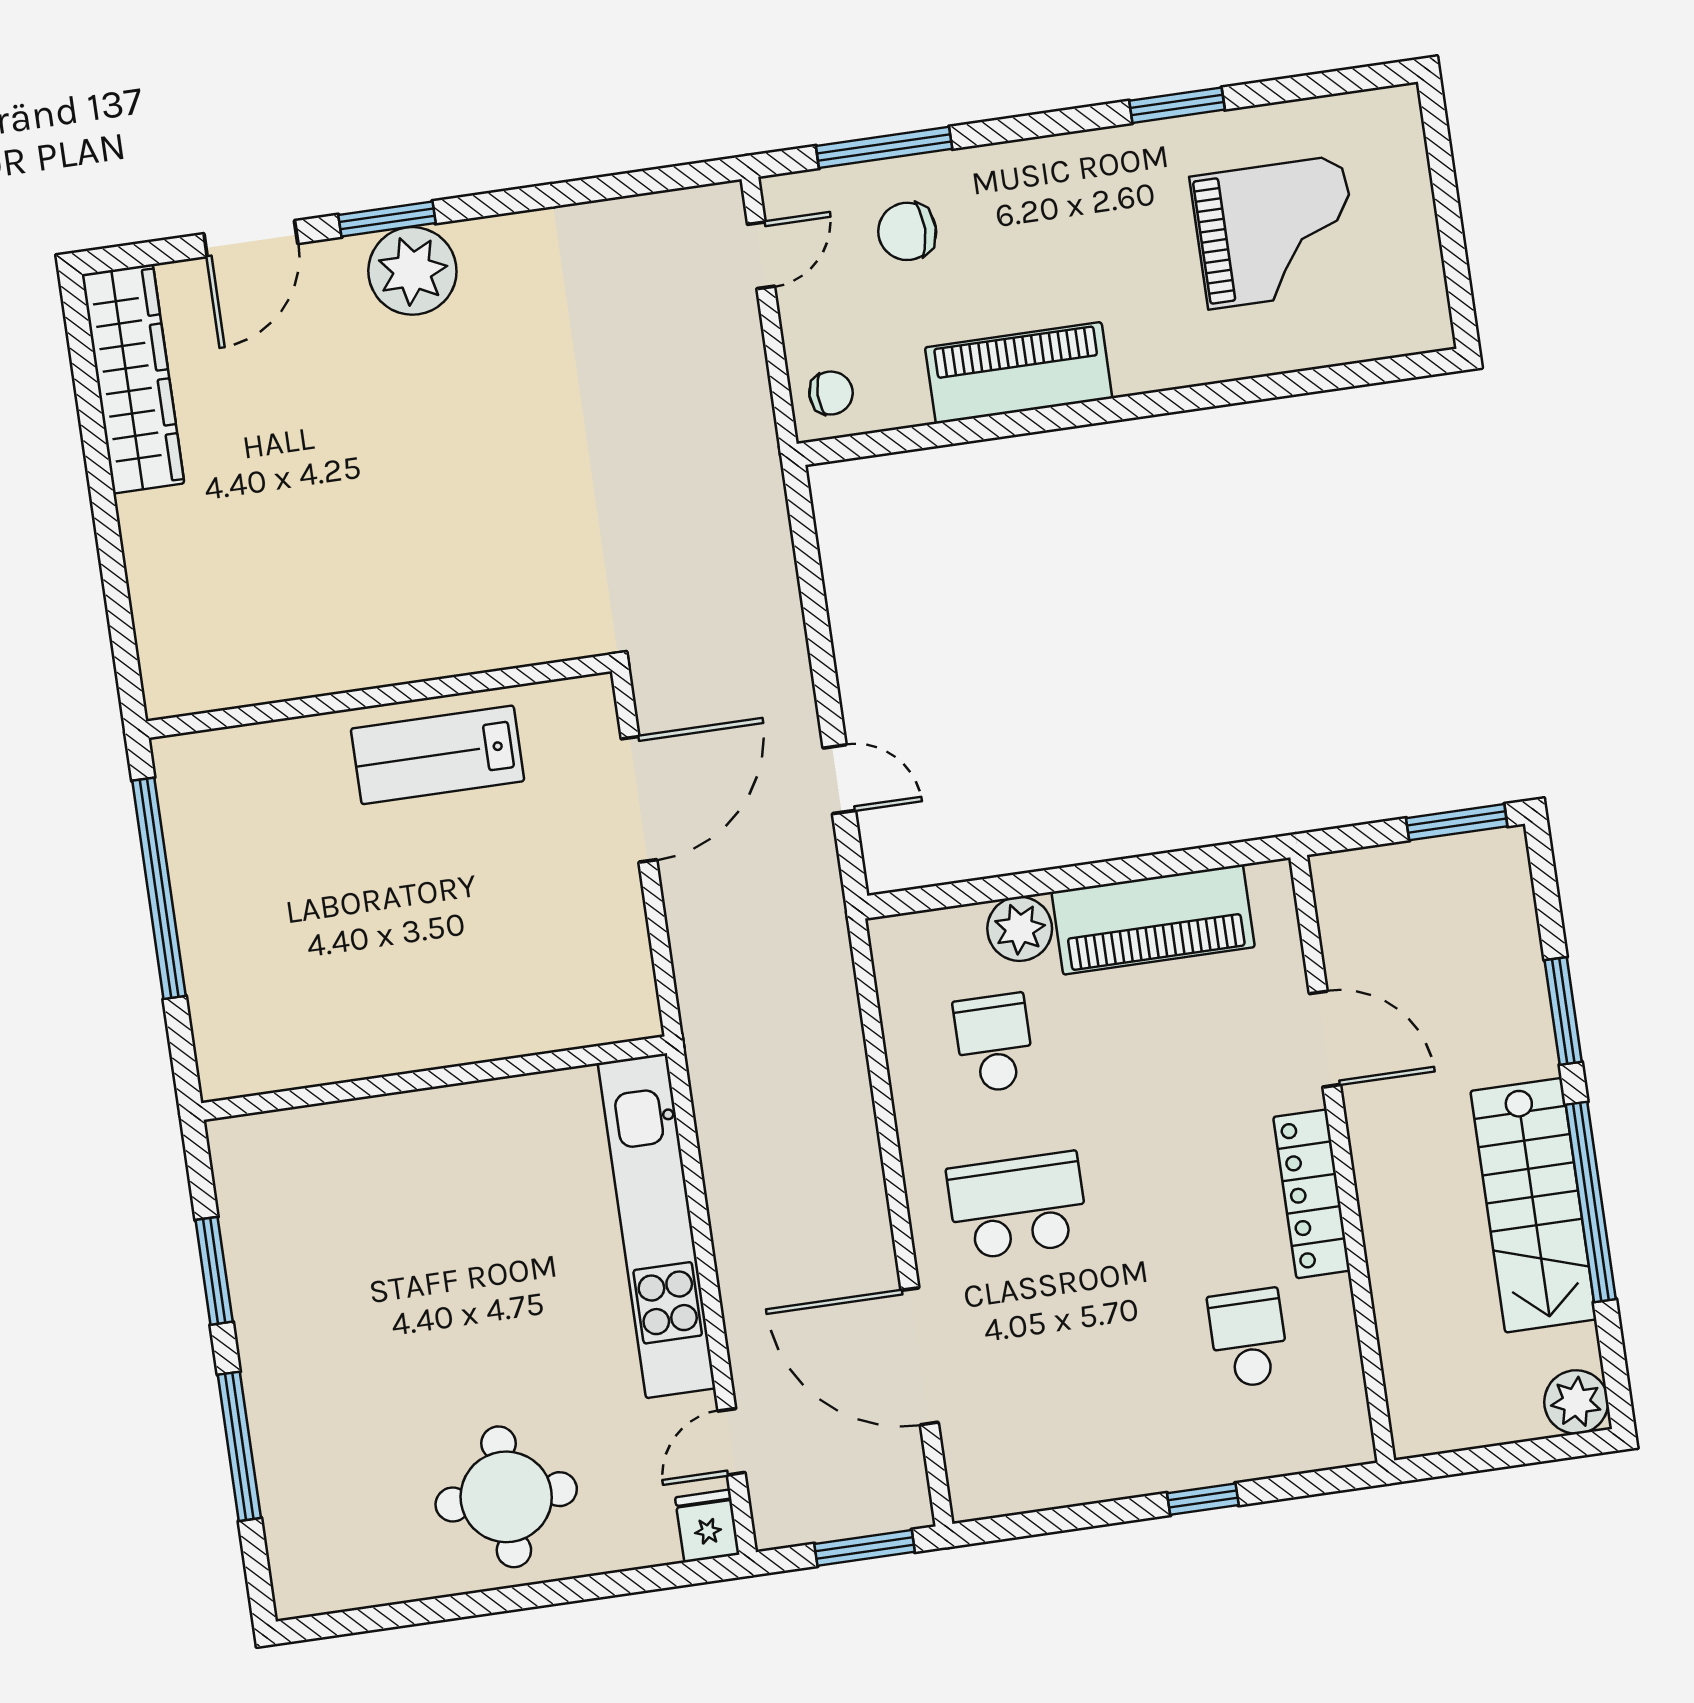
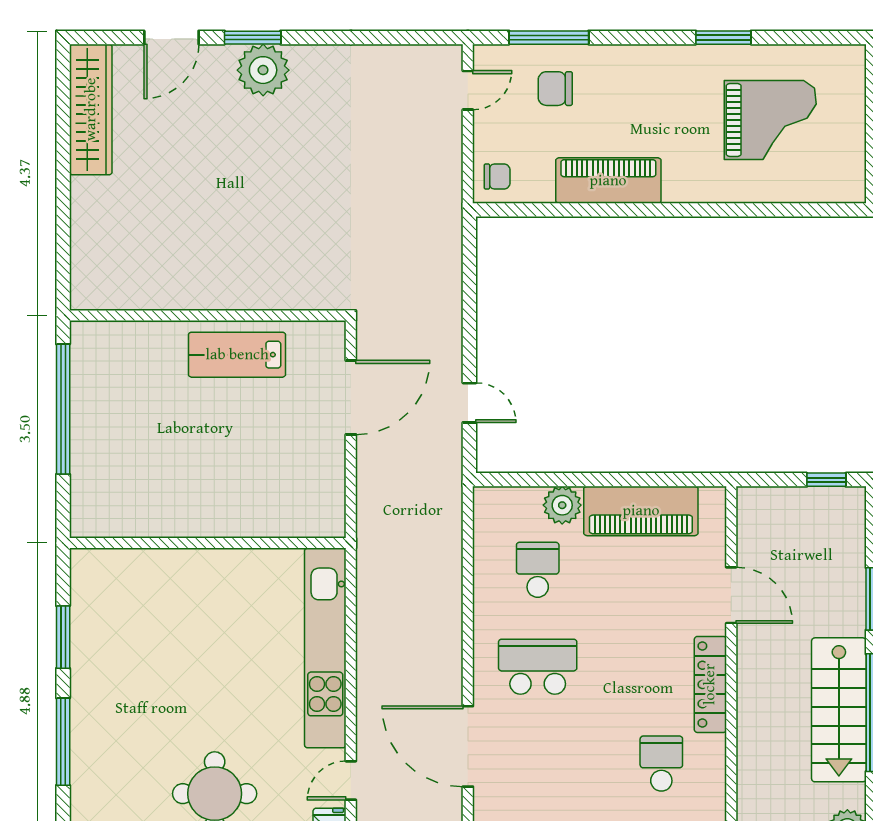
window: (1457, 822) -> (826, 480), width x0.67

